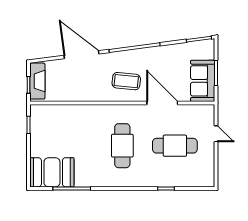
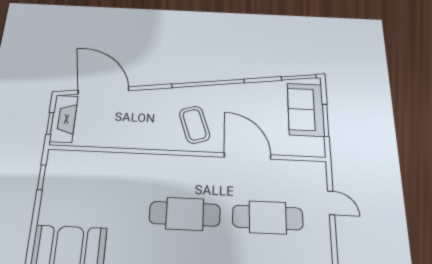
door: (81, 55) -> (103, 90), moved
coffee table: (126, 81) -> (195, 125), turned 67
sofa: (203, 81) -> (306, 109), moved
cafe table: (122, 146) -> (185, 214), turned 90

